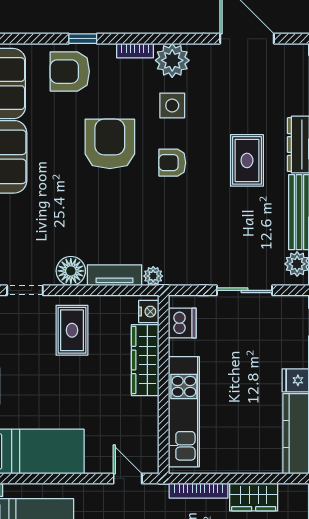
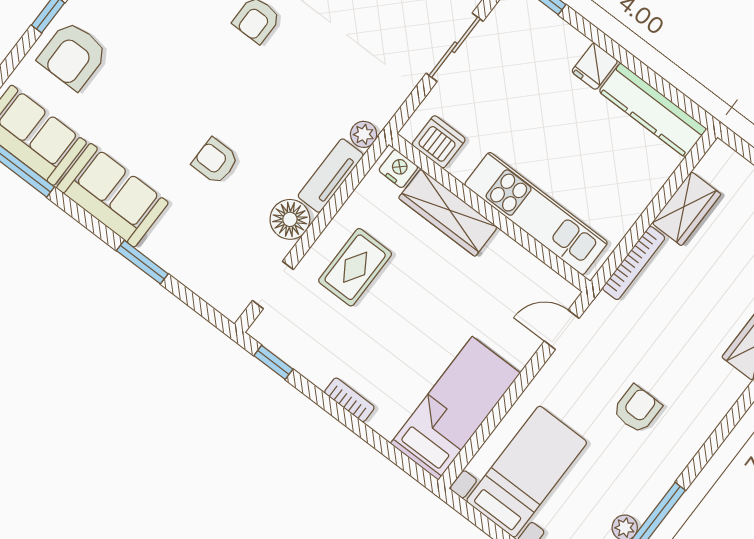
armchair: (110, 144) -> (215, 161), moved, width x0.53, depth x0.53
rug: (72, 330) -> (355, 267), turned 90

